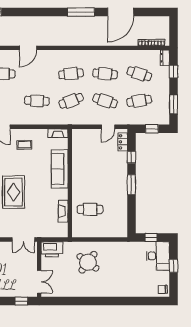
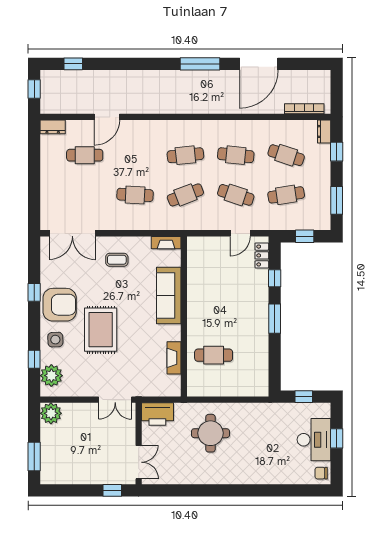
door: (28, 48) -> (107, 117), moved
desk: (158, 256) -> (314, 440), moved
round table: (88, 262) -> (210, 433), turned -37

